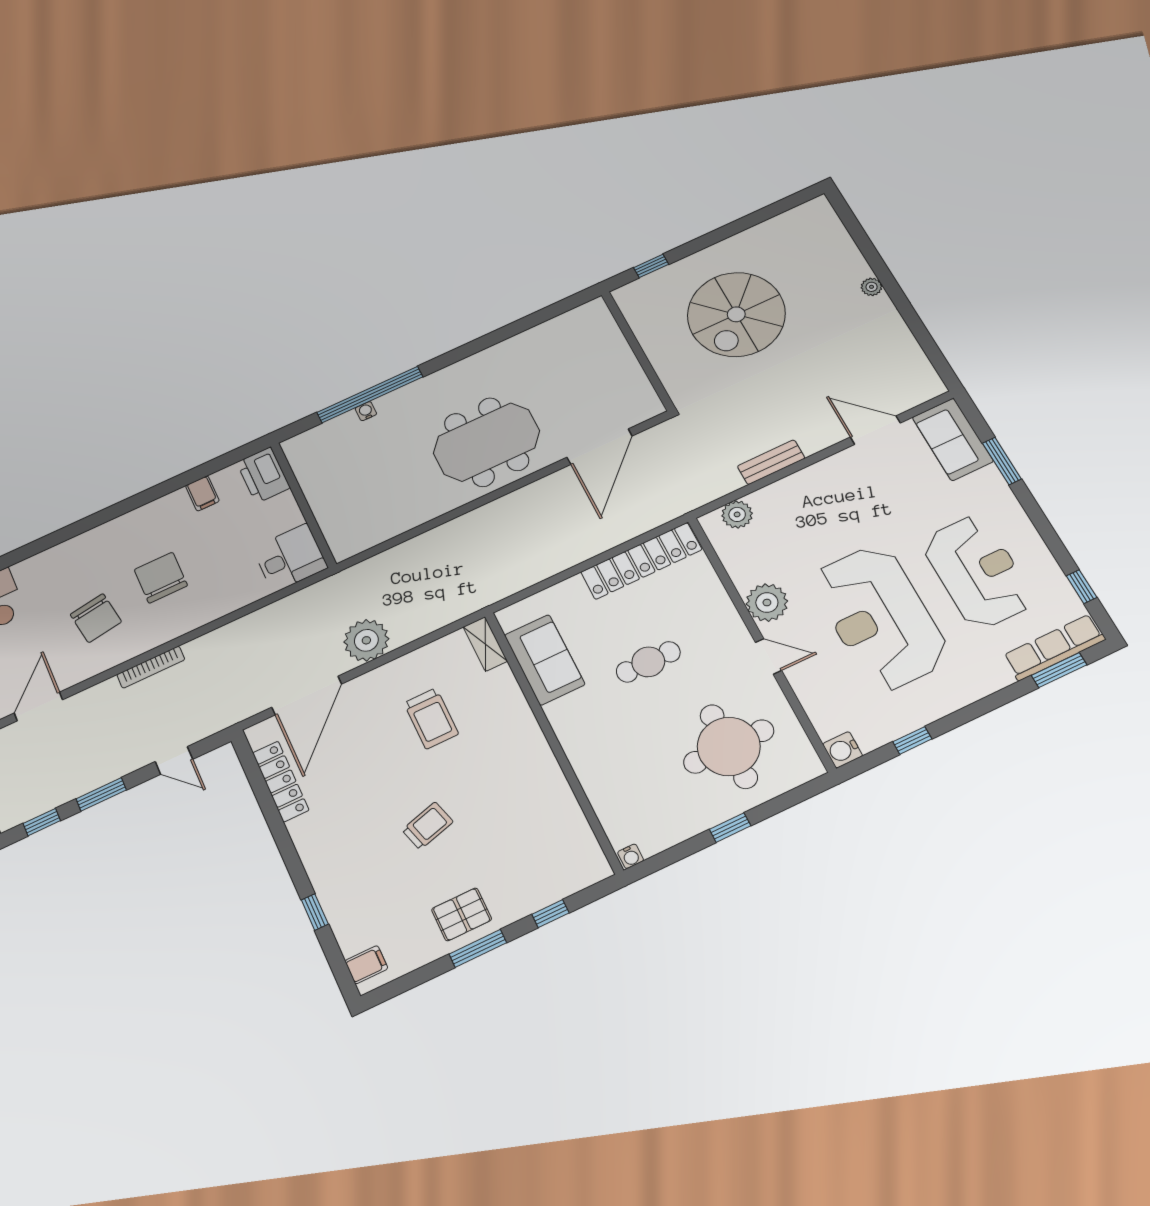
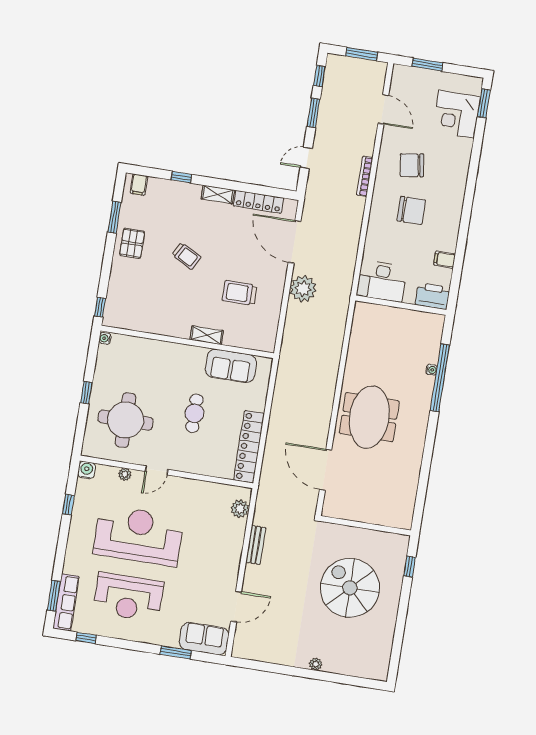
desk: (290, 558) -> (382, 281), width x1.37
plant: (767, 603) -> (125, 474), moved, width x0.53, depth x0.53
shelving: (485, 644) -> (207, 335), moved
trolley: (428, 826) -> (186, 256), turned -46
shelving: (307, 844) -> (218, 194), added
window: (550, 914) -> (100, 307), moved
window: (478, 948) -> (114, 217), moved

